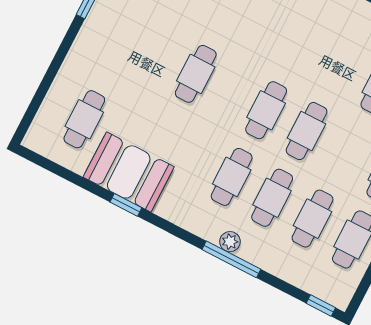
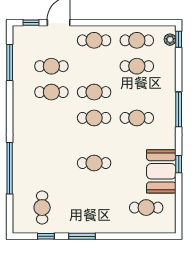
cafe table: (272, 198) -> (51, 92), moved
plant: (230, 242) -> (170, 40), moved
window: (231, 259) -> (179, 109), moved

